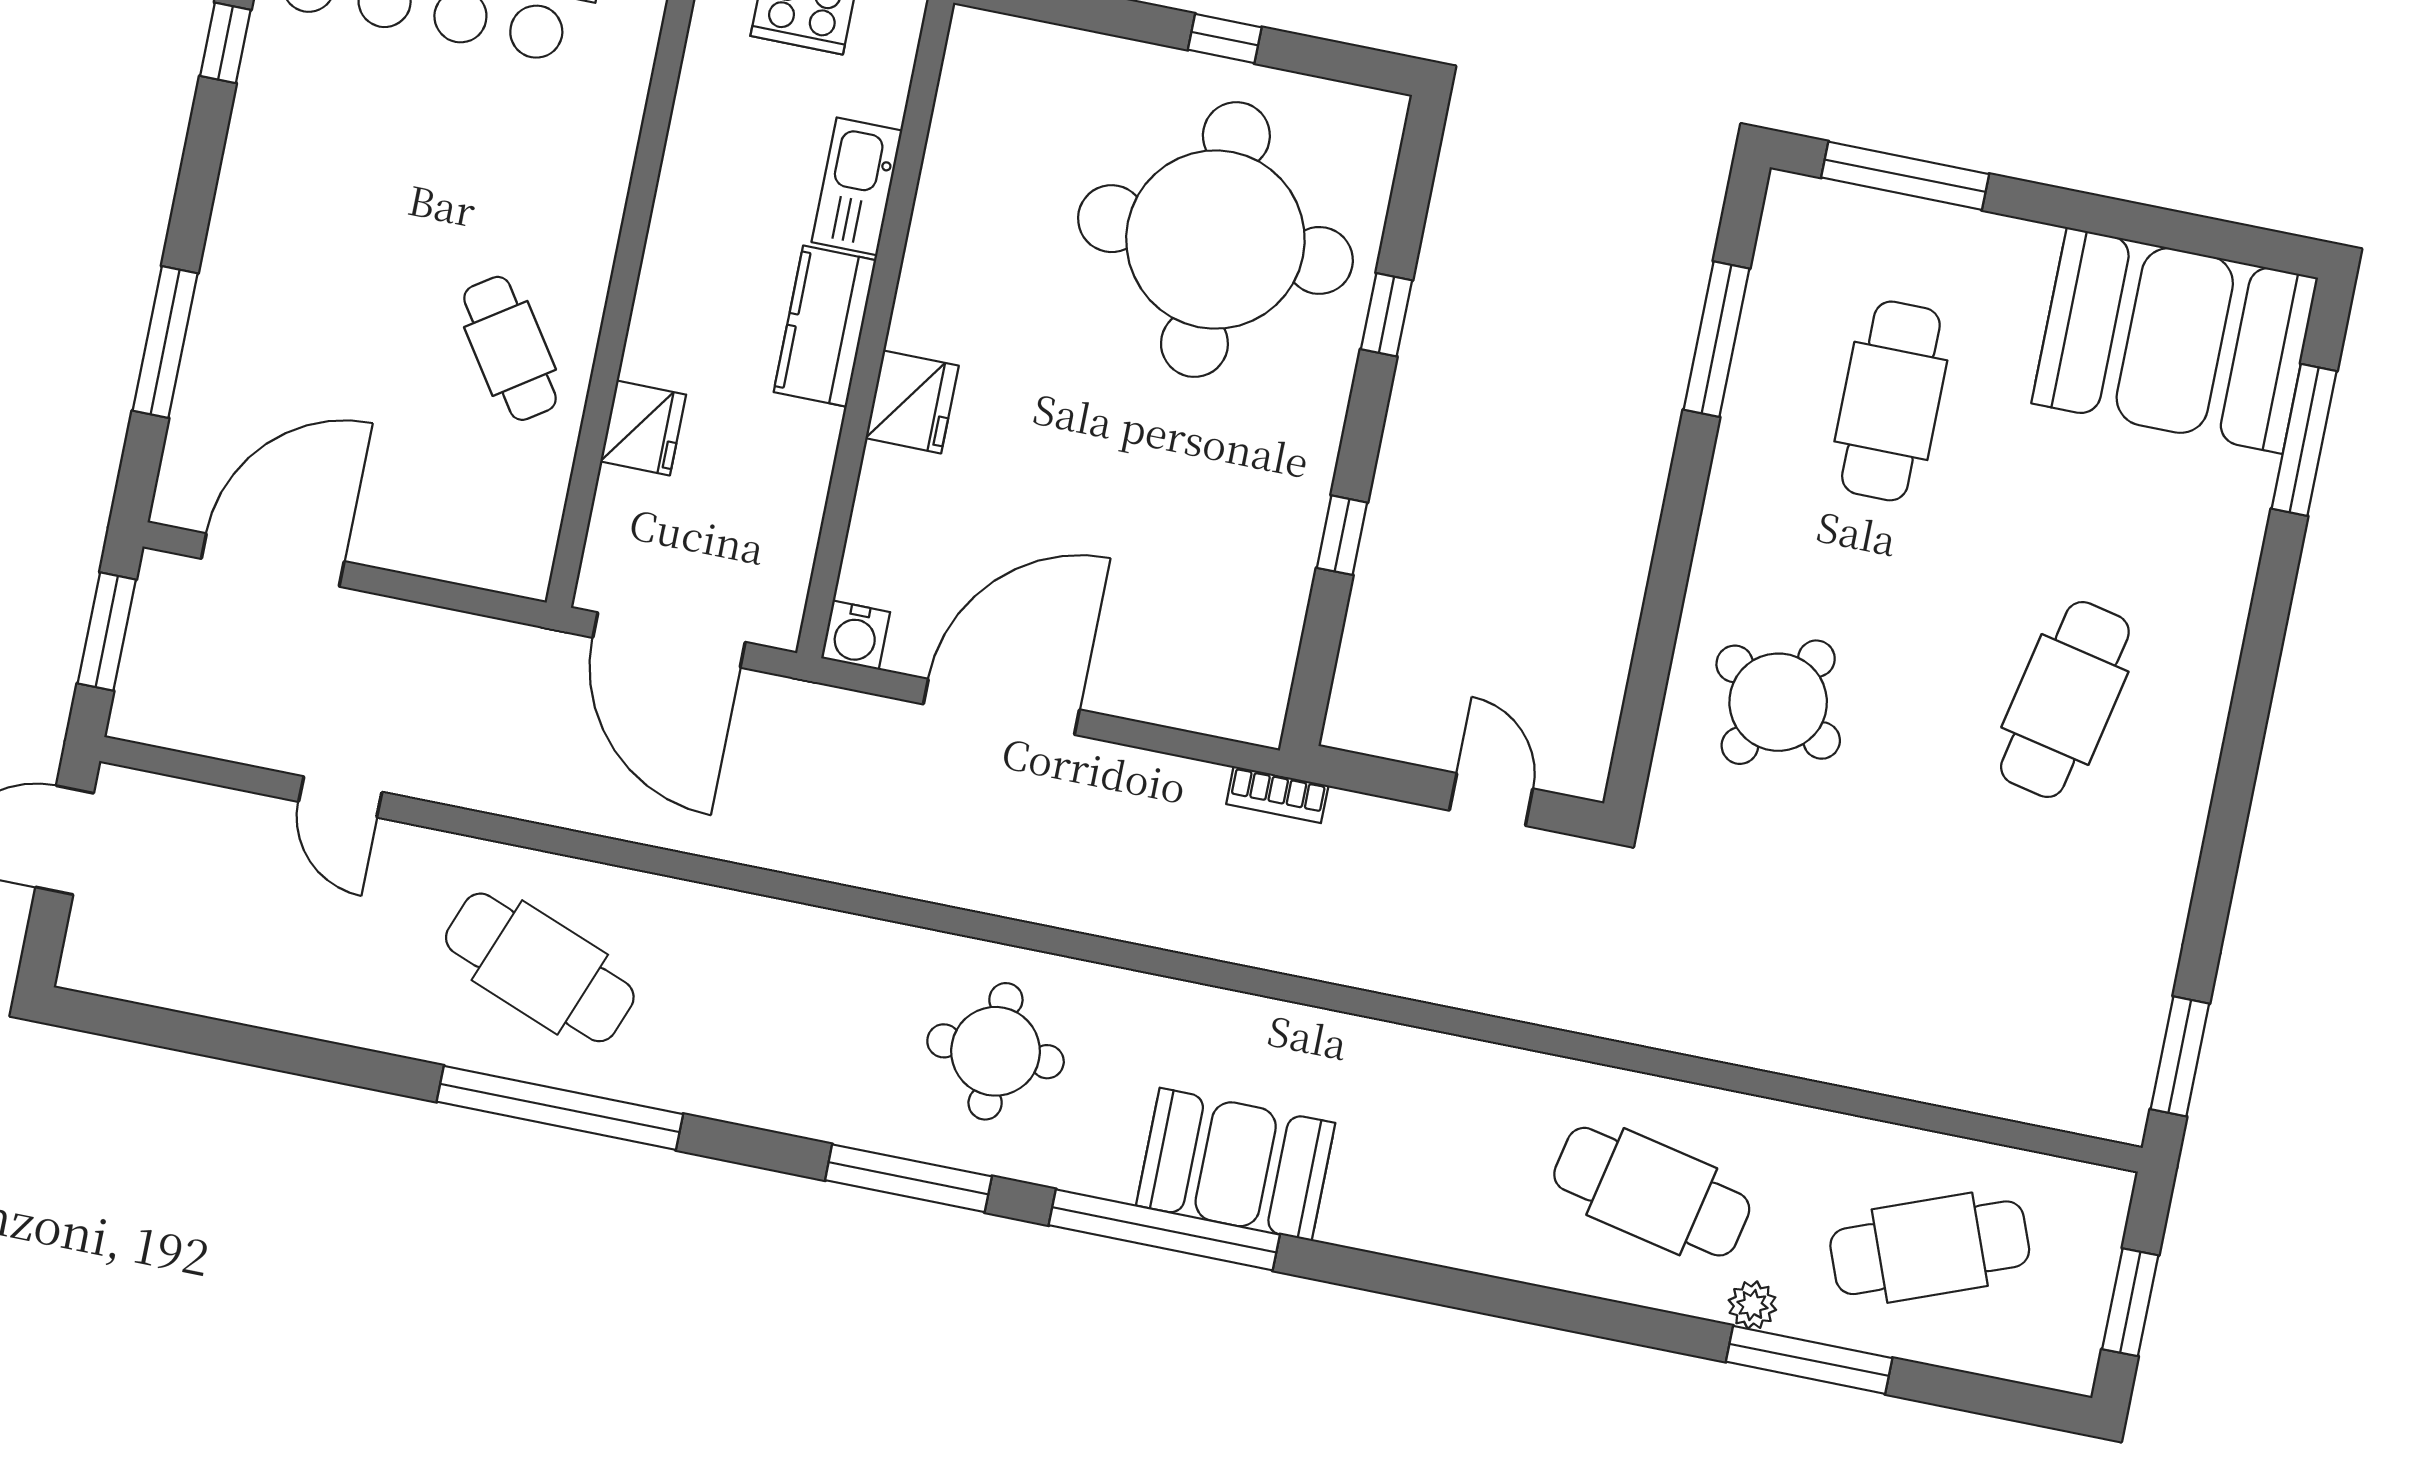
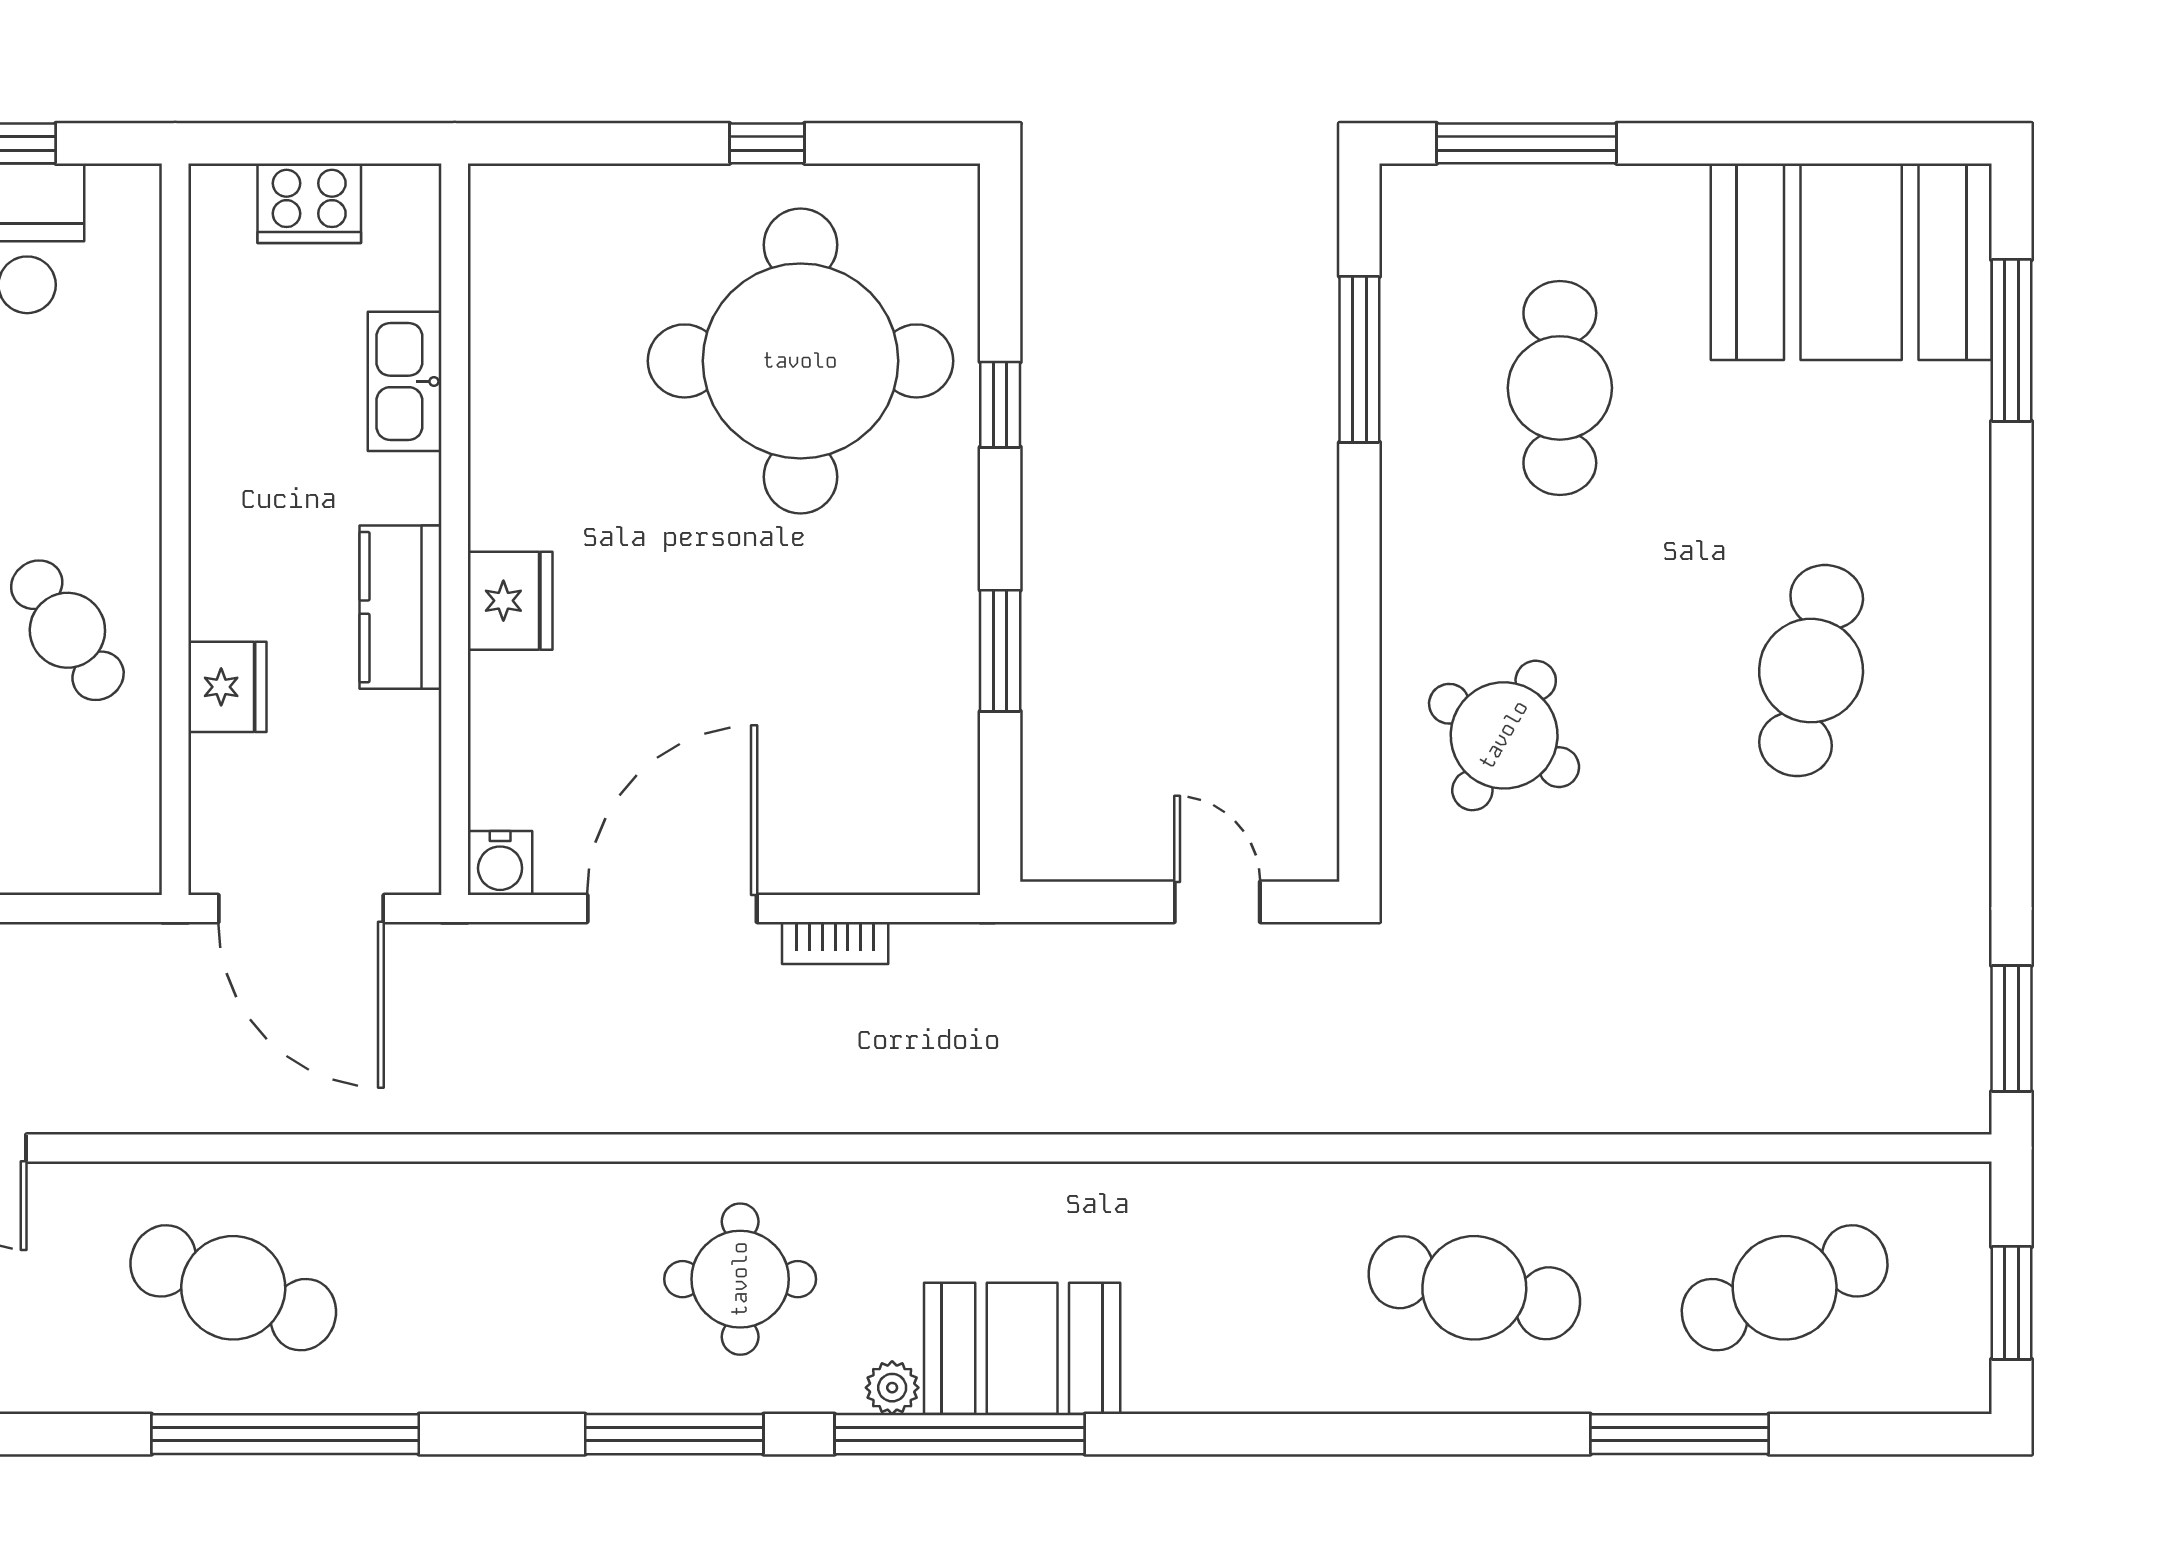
kitchen counter: (825, 326) -> (400, 607), moved
window: (1342, 535) -> (1000, 651), width x1.50
bookcase: (1277, 795) -> (835, 943), moved
plant: (1752, 1305) -> (892, 1388), moved

